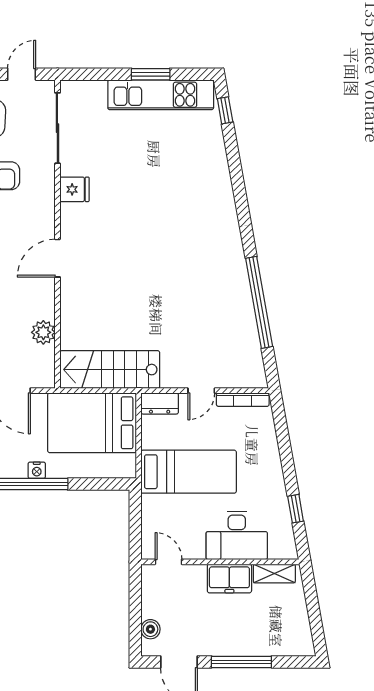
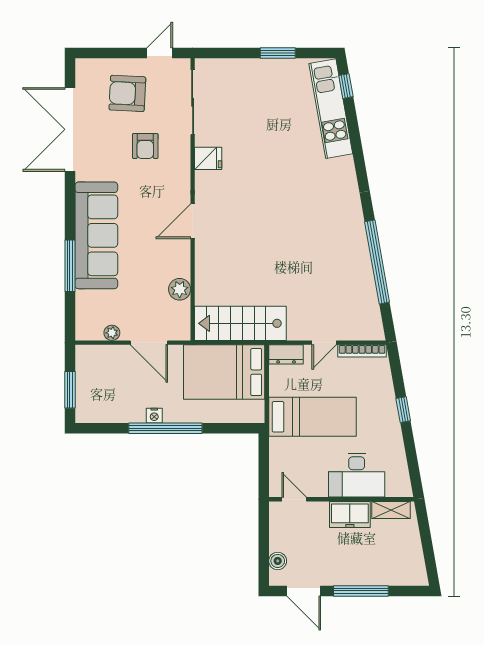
kitchen unit: (161, 95) -> (331, 109), moved, turned 80
nightstand: (37, 470) -> (154, 416), moved
window: (296, 509) -> (403, 410), moved

